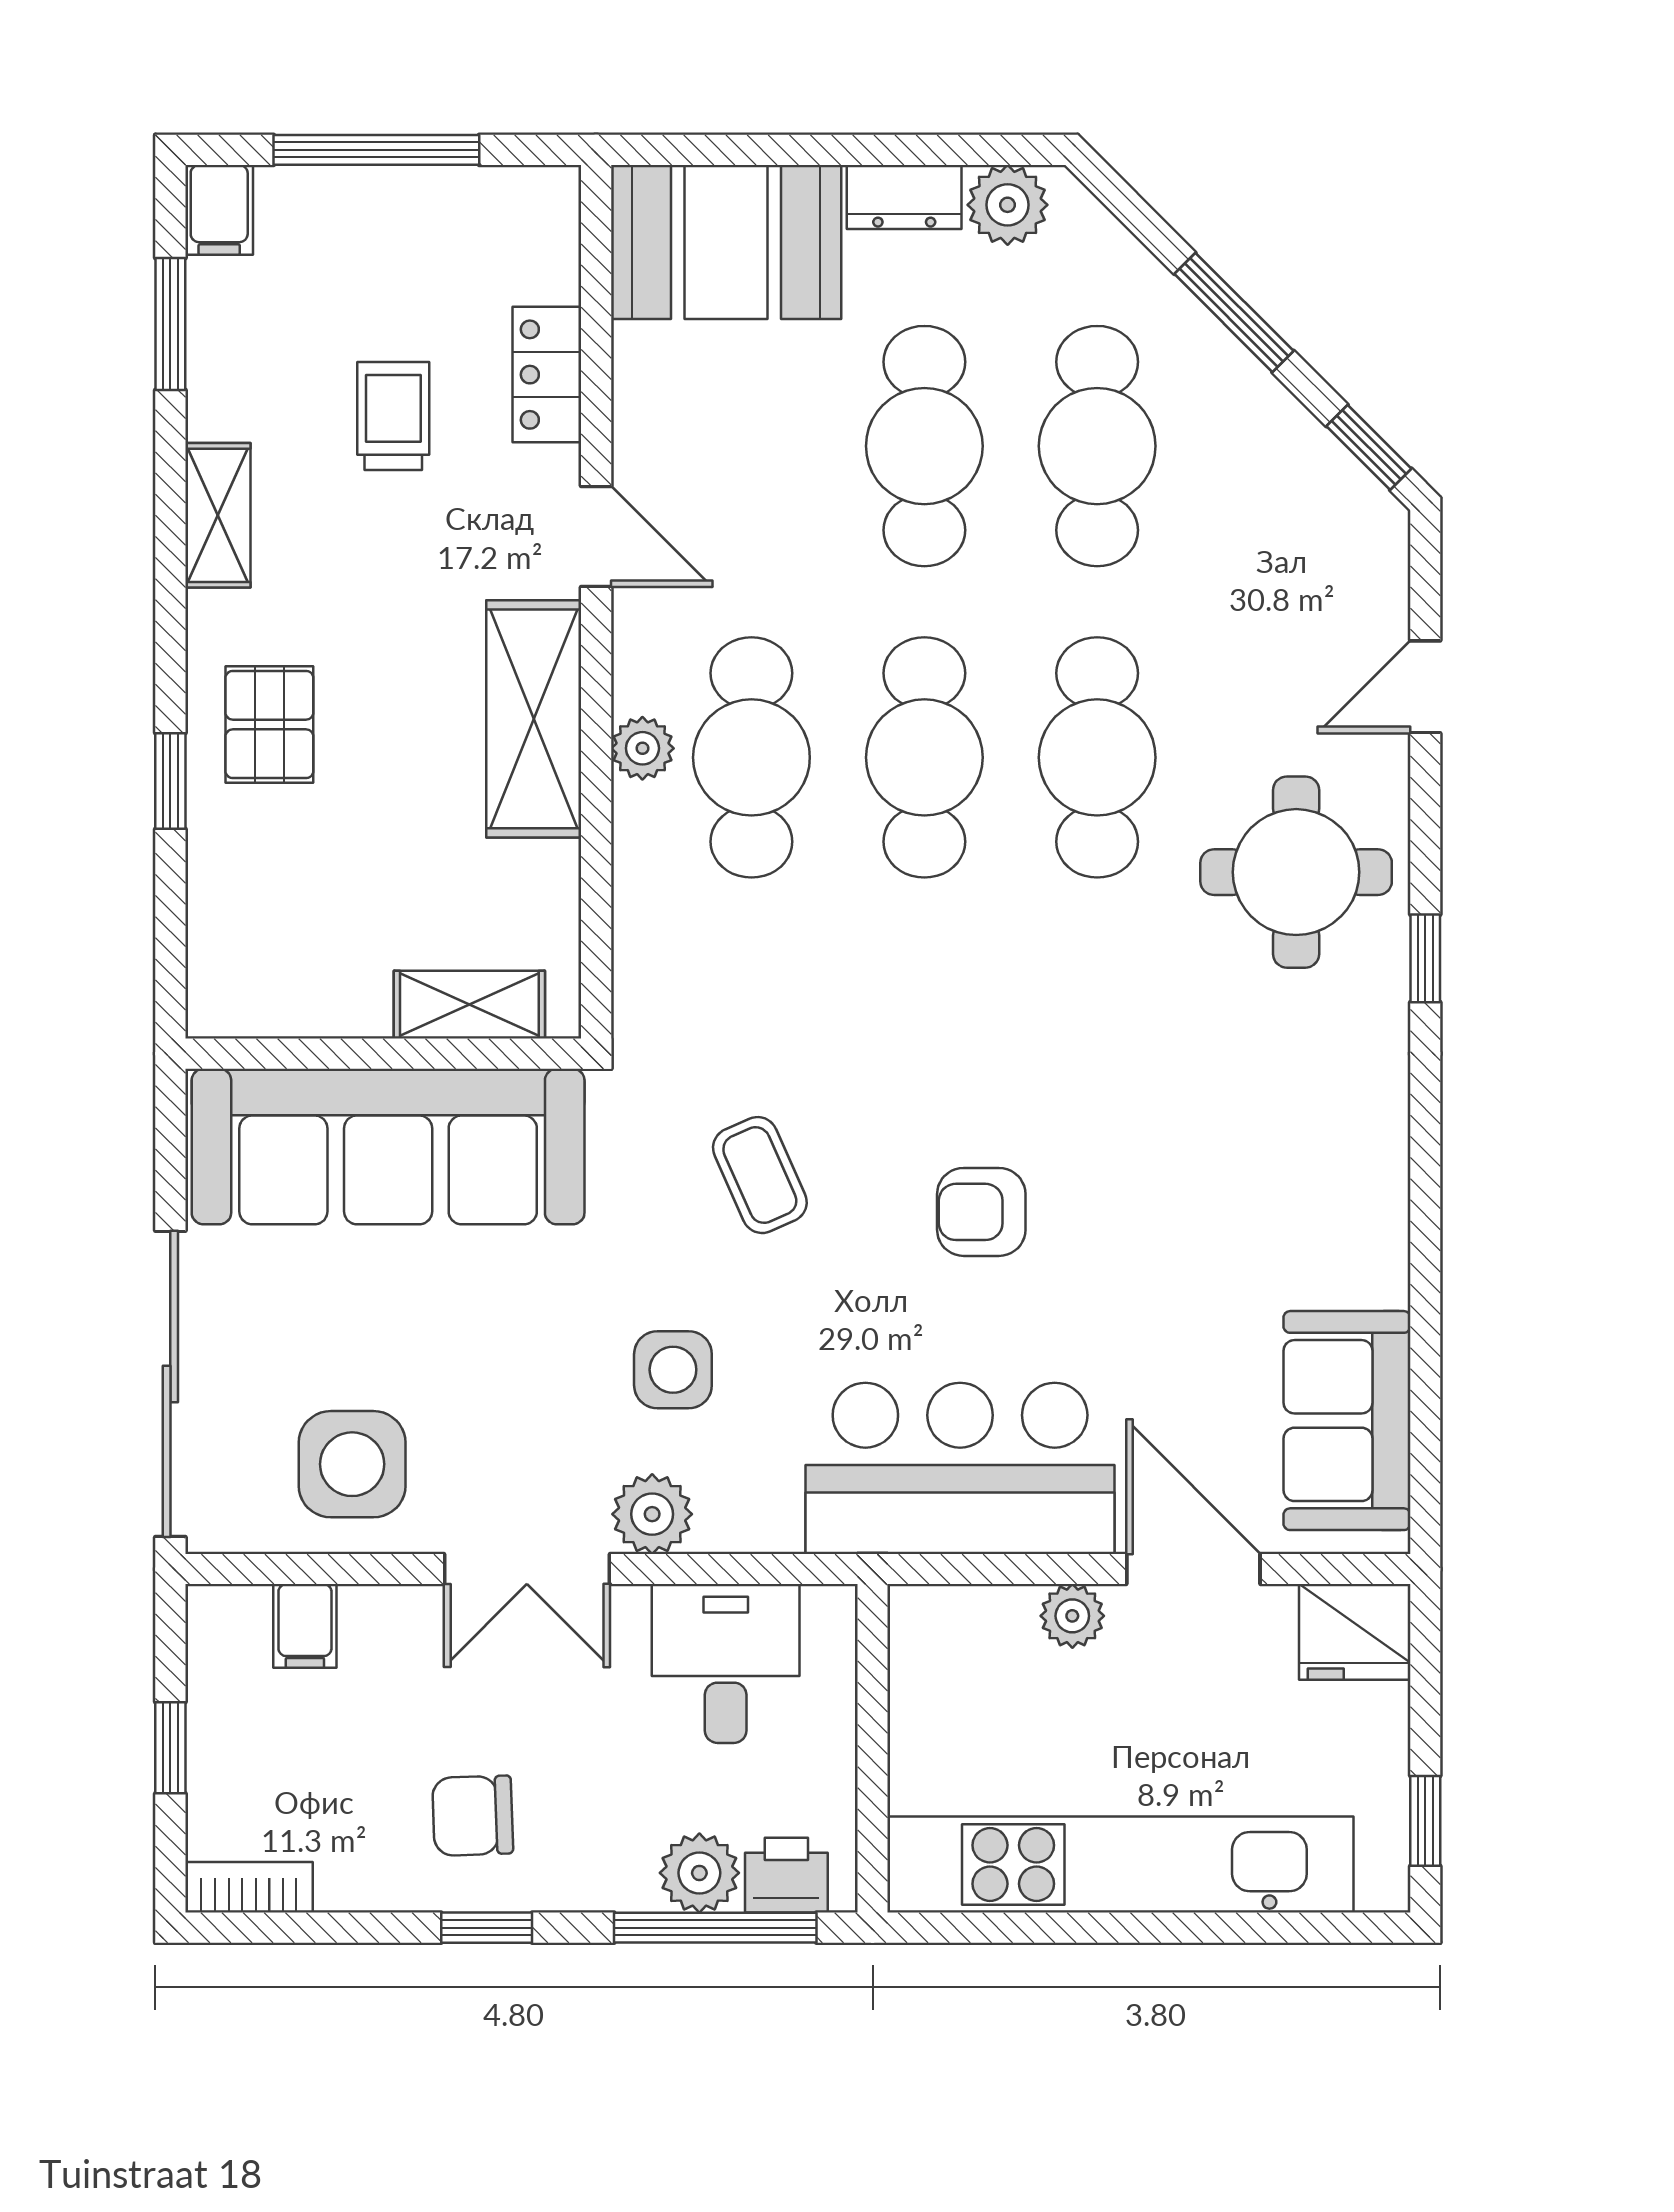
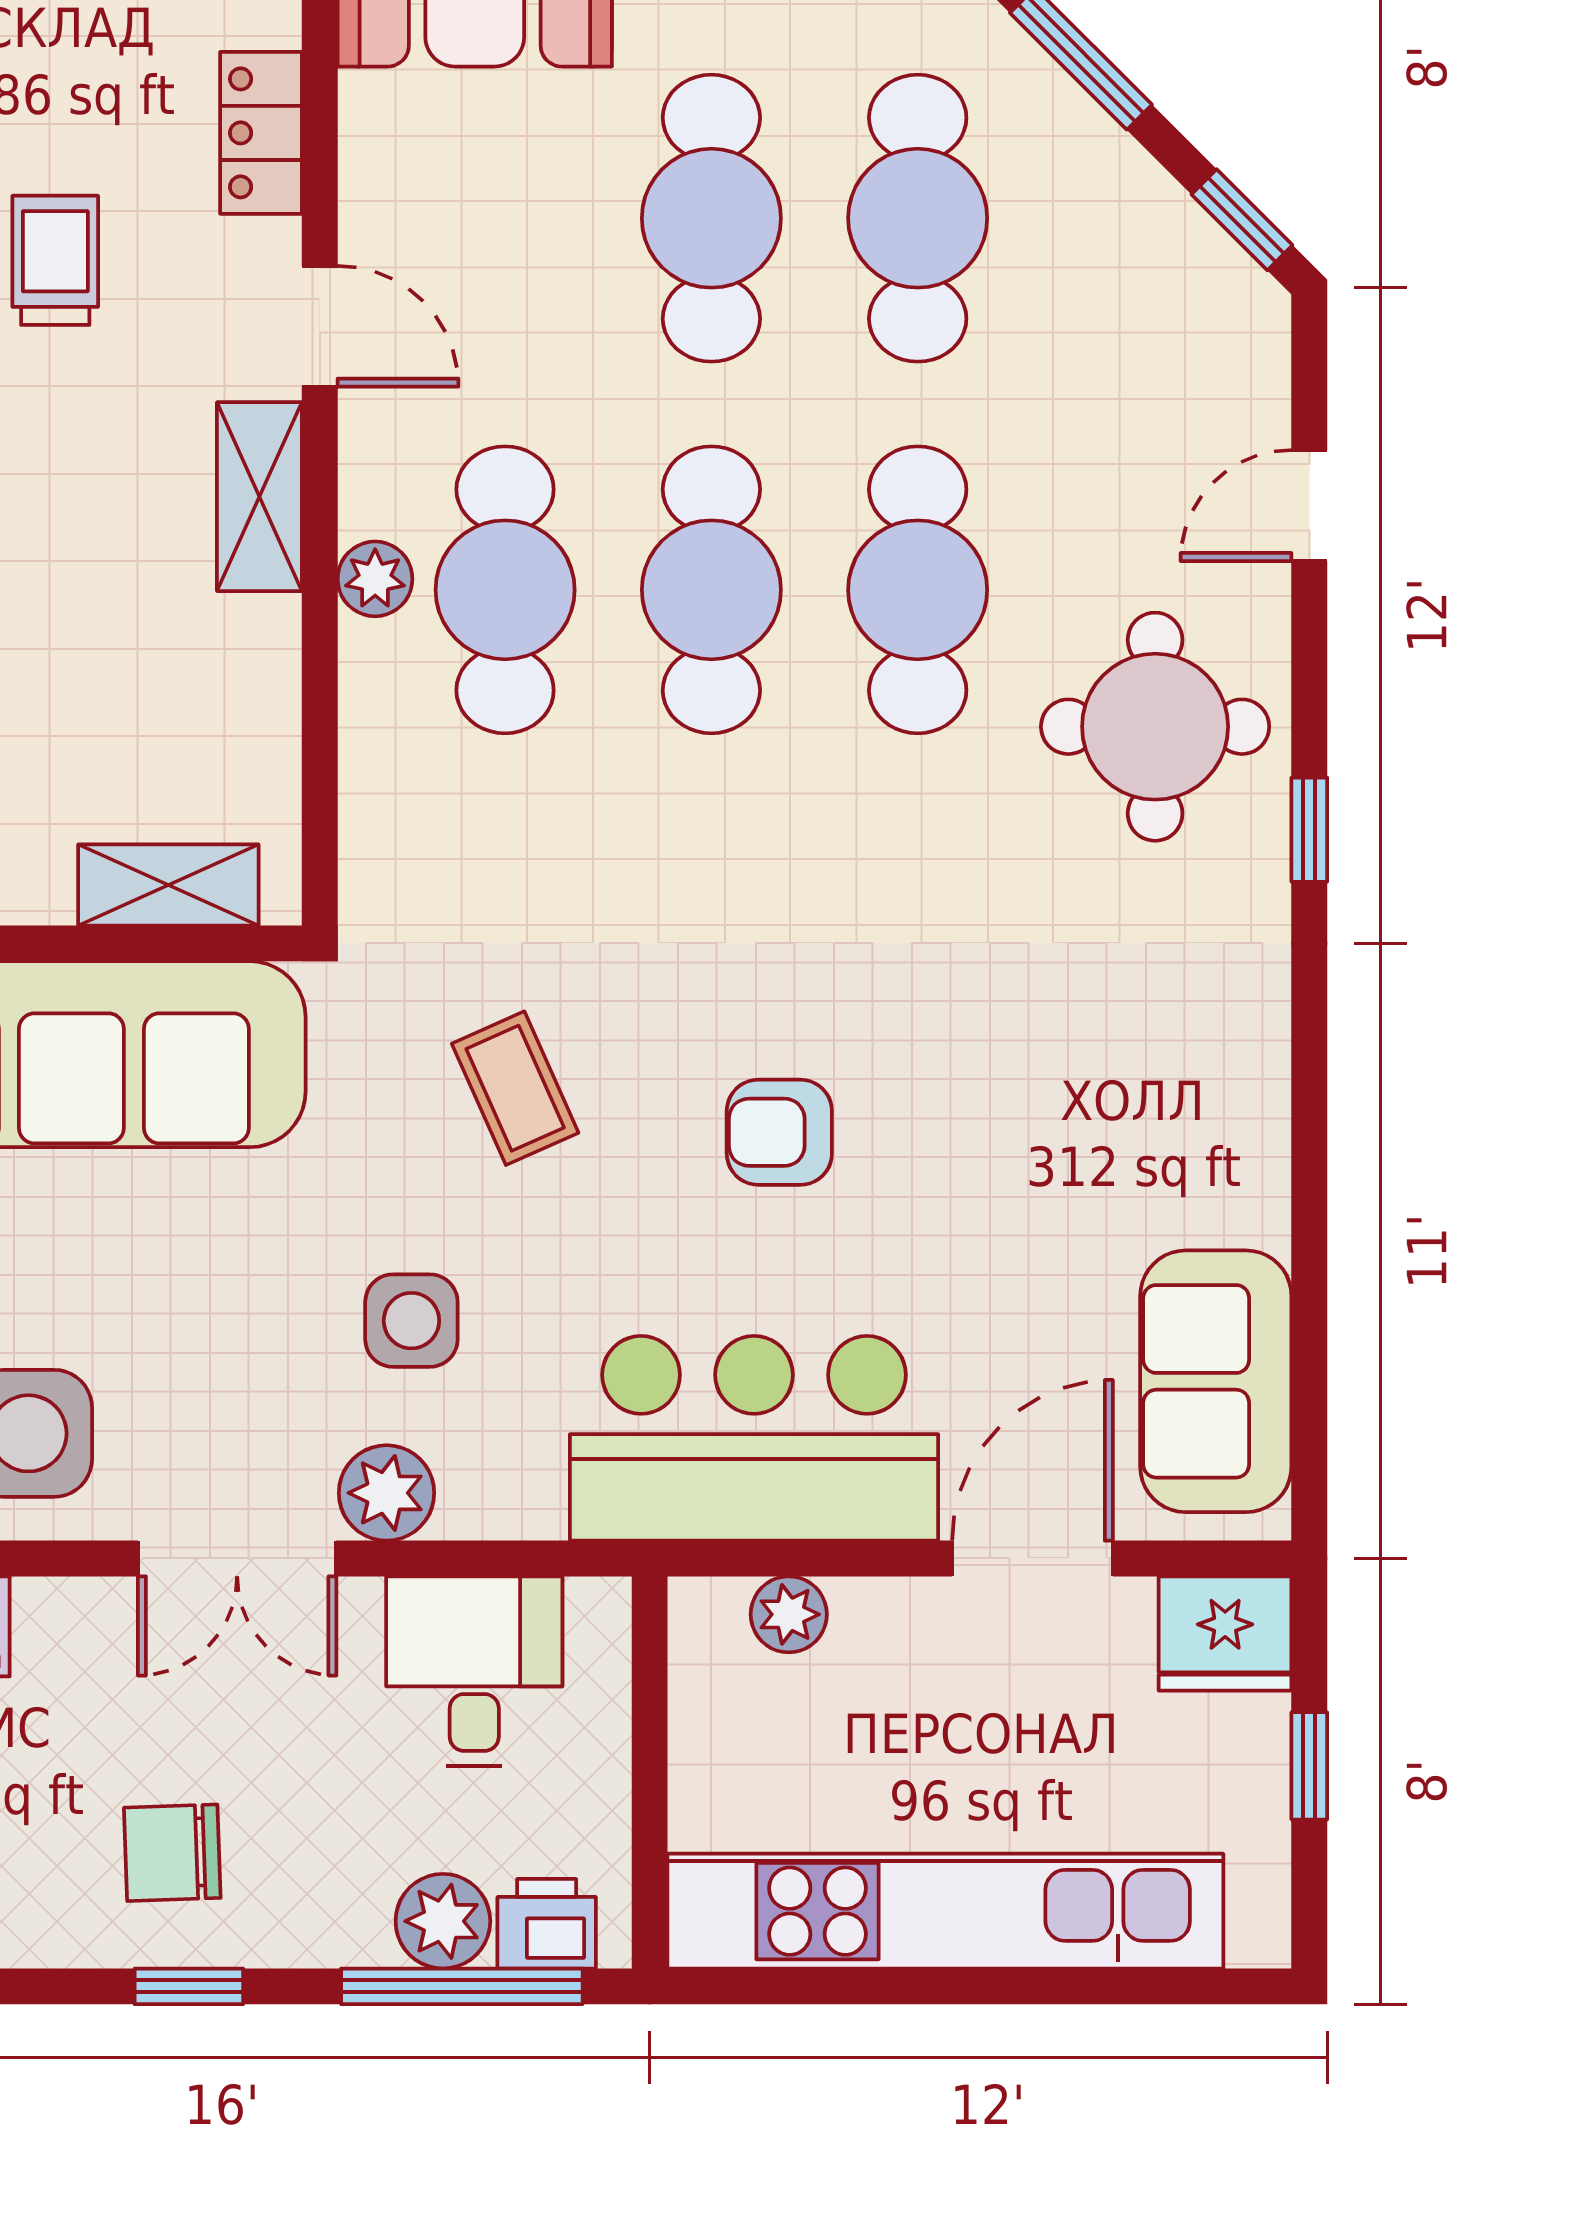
trolley: (393, 416) -> (55, 260), moved
shelving: (534, 719) -> (259, 497), width x0.67, depth x0.75
door: (1193, 1569) -> (1033, 1558), hinge flipped
plant: (1072, 1616) -> (789, 1614), moved
window: (1425, 1821) -> (1309, 1766), moved

